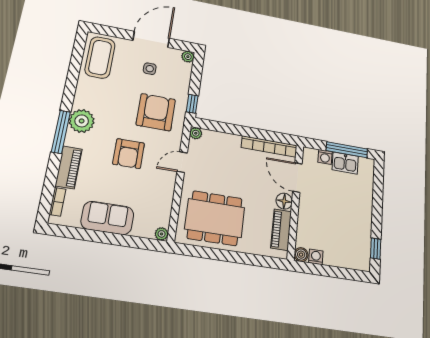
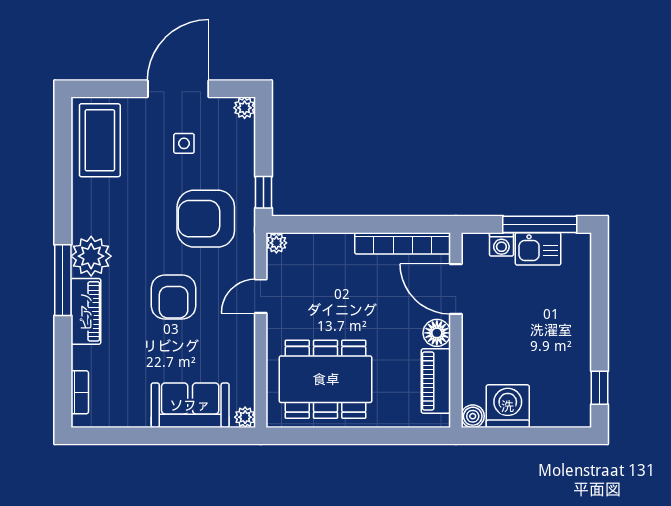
armchair: (156, 112) -> (206, 219), turned -90
piano: (69, 167) -> (86, 311), moved
sofa: (107, 218) -> (190, 405), moved
washing machine: (316, 257) -> (508, 406), width x1.89, depth x1.89

